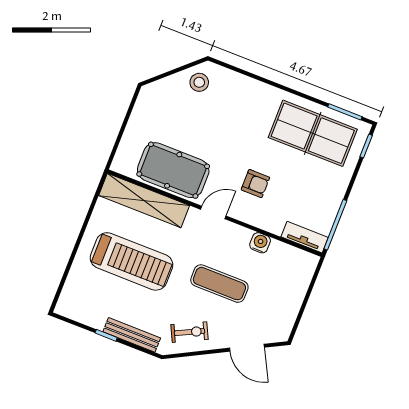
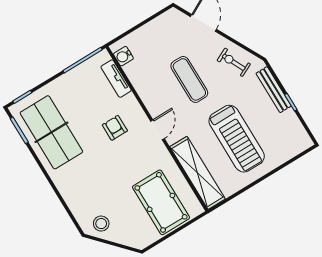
pool table: (173, 170) -> (161, 202), moved
door: (213, 213) -> (158, 130), swing flipped
tv unit: (305, 237) -> (116, 79), moved
water cooler: (260, 243) -> (123, 56), moved
treadmill: (132, 261) -> (237, 139), turned 180

